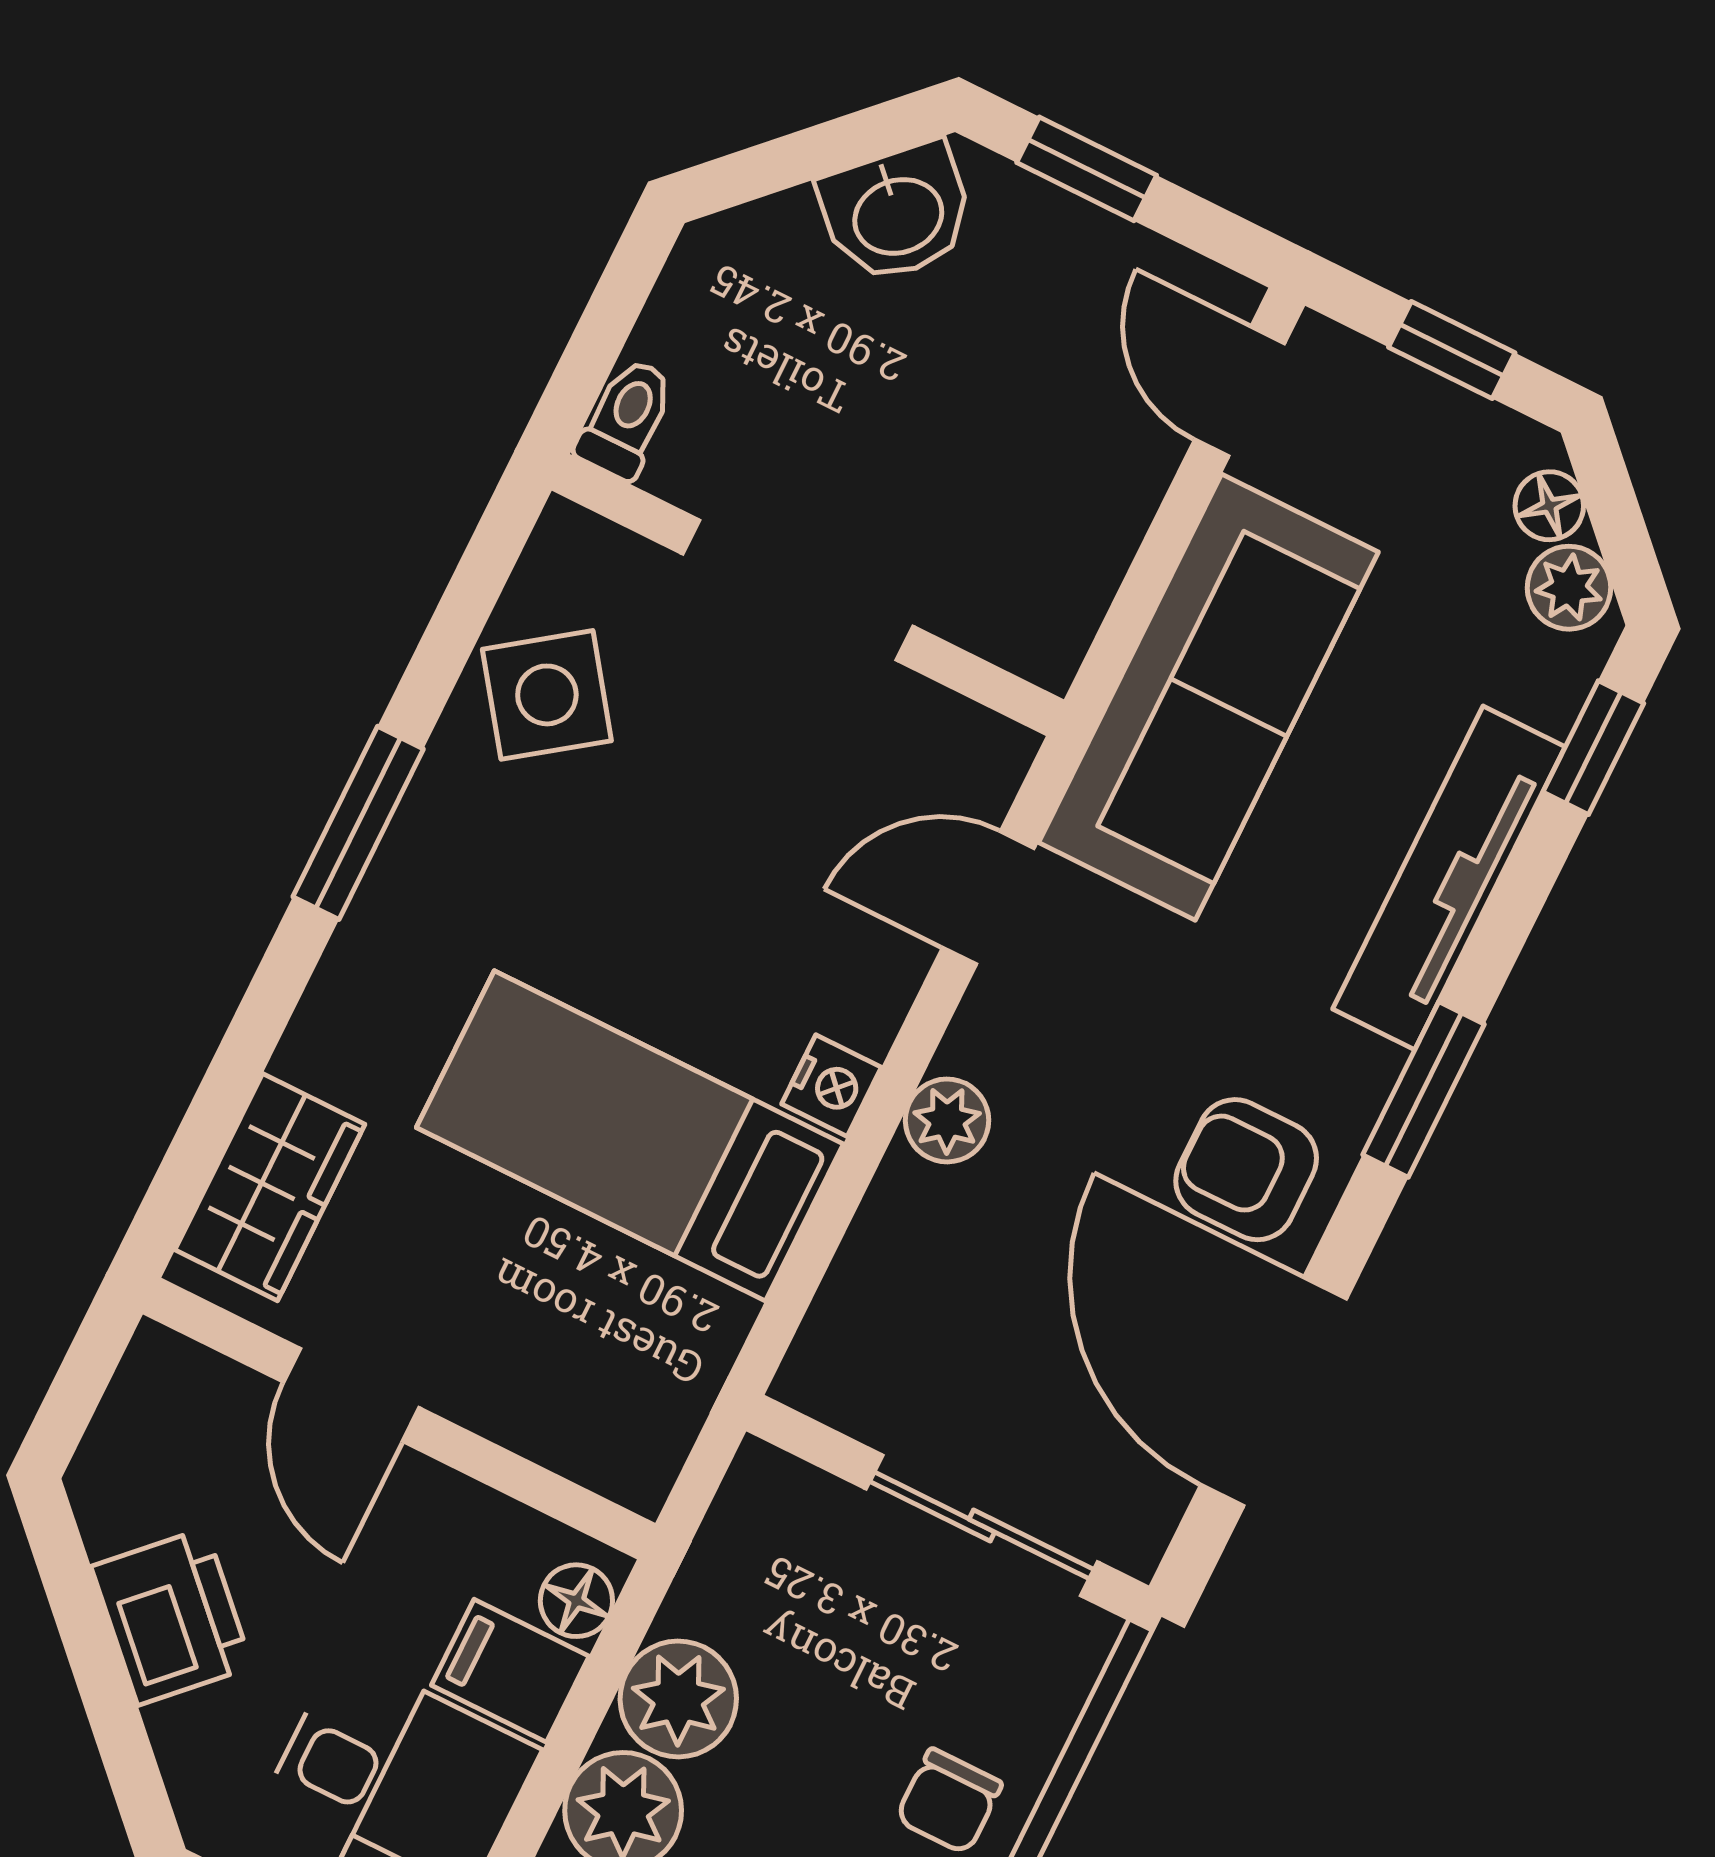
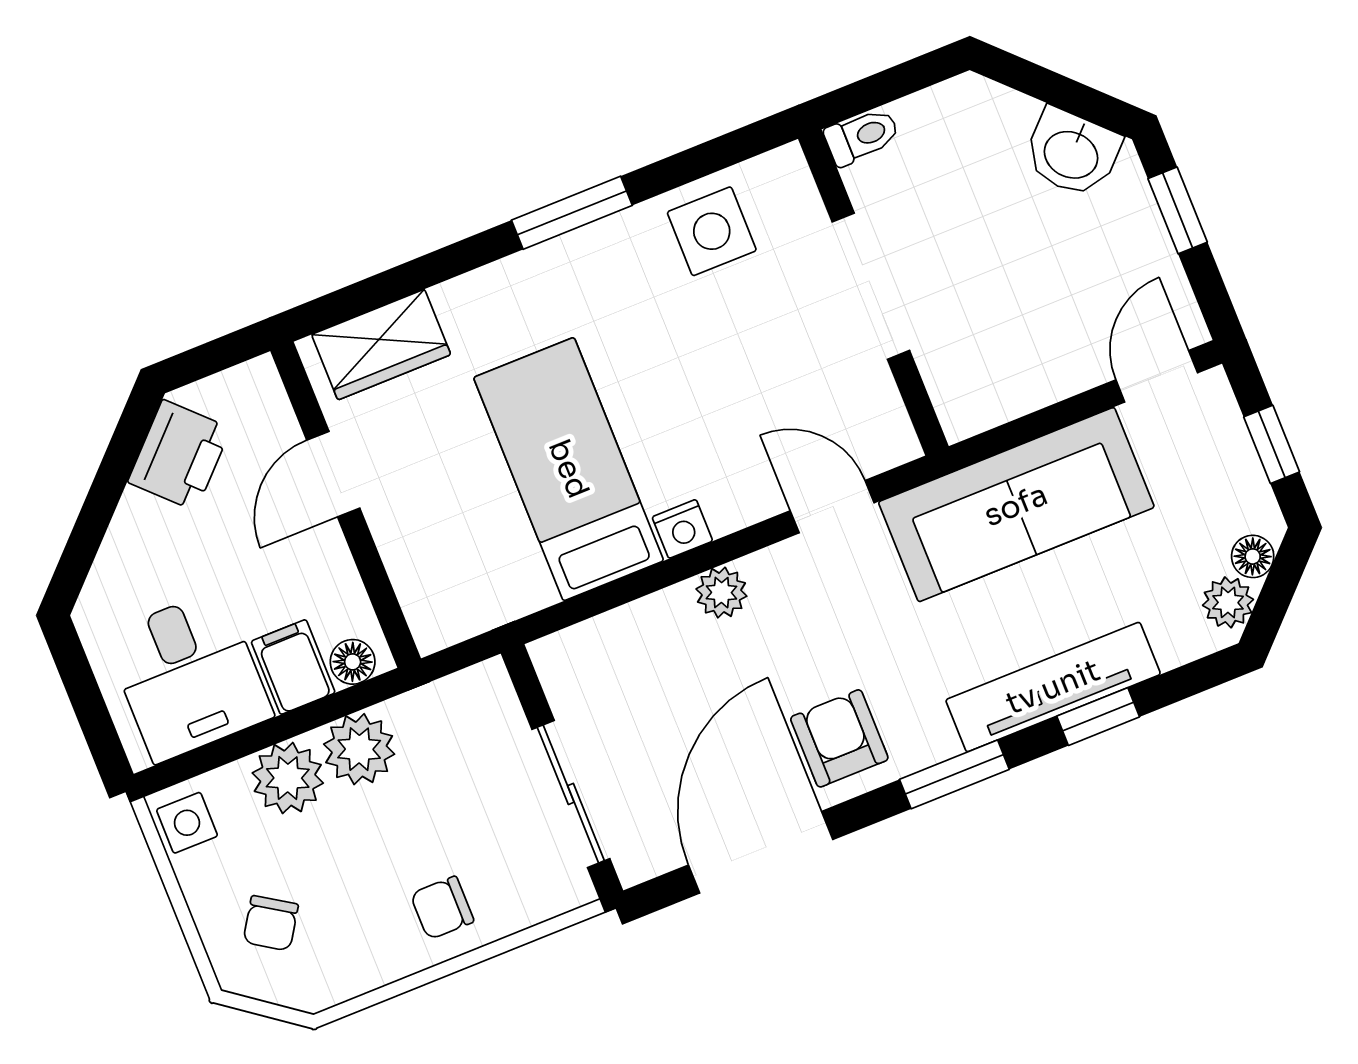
side table: (547, 695) -> (712, 231), turned 36
window: (1593, 748) -> (1098, 717), moved
printer: (172, 1617) -> (179, 455), moved

